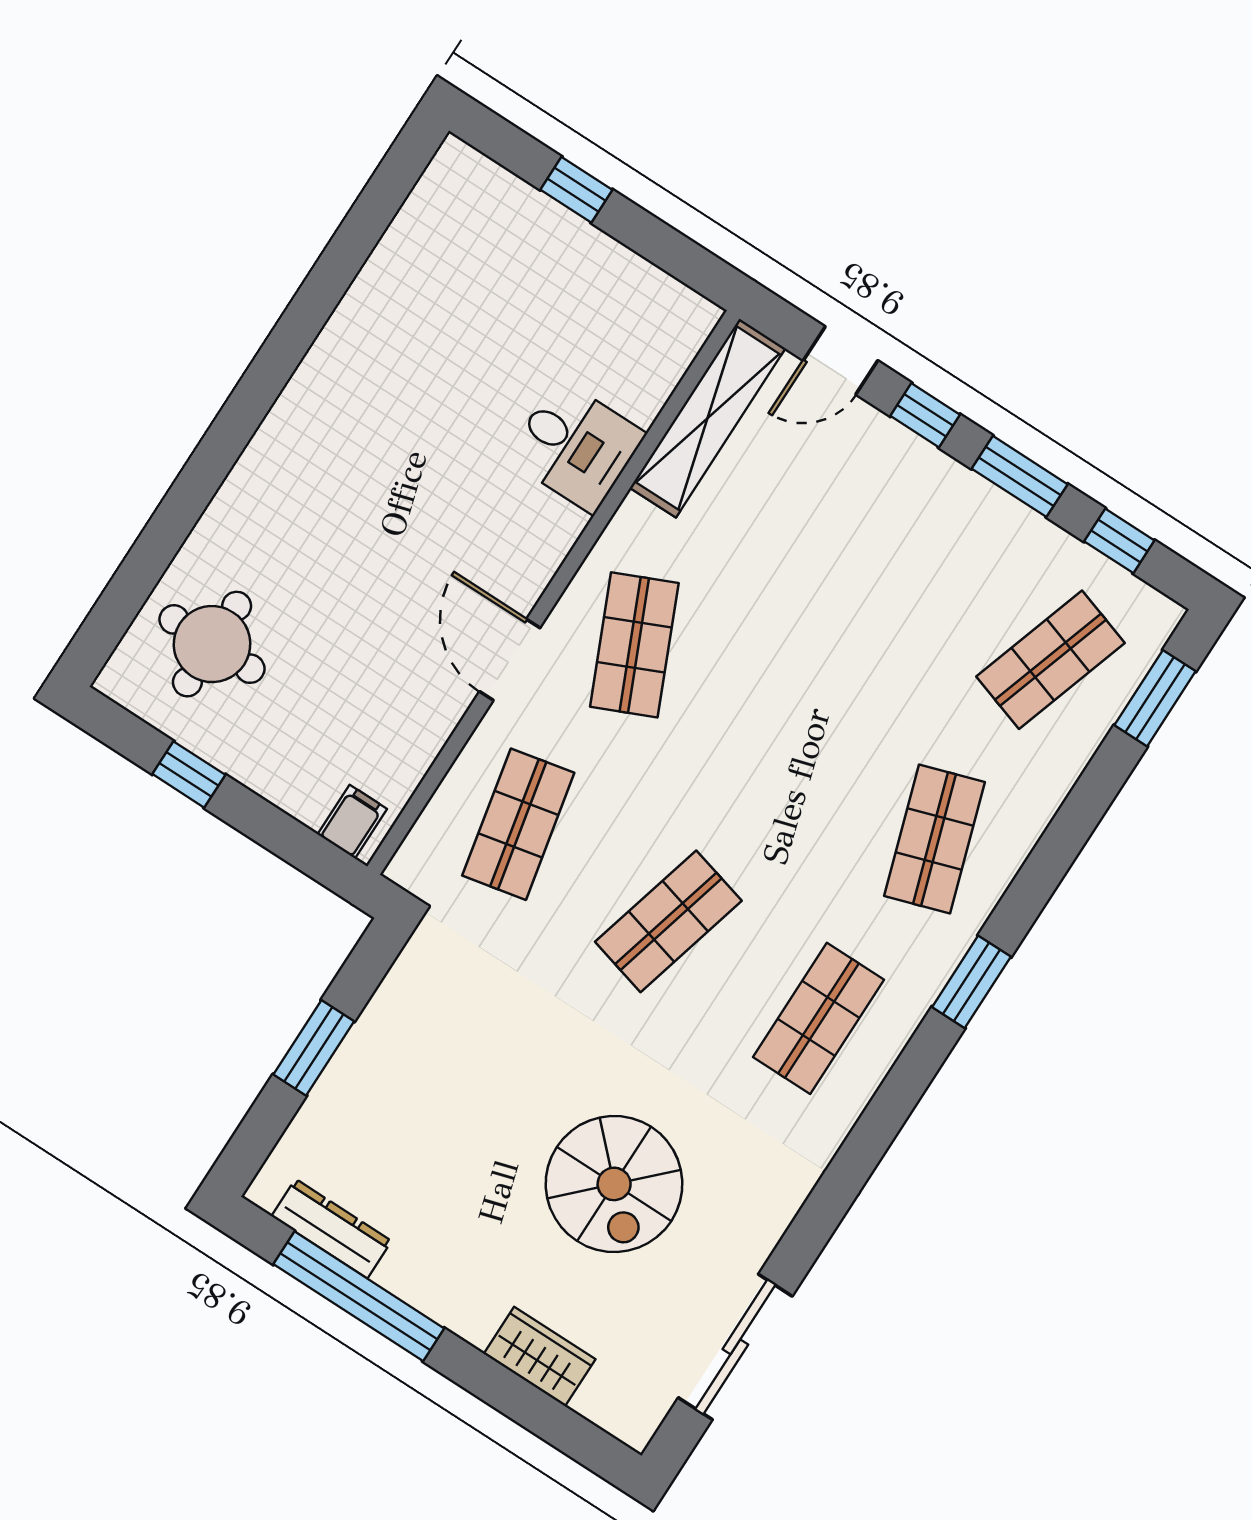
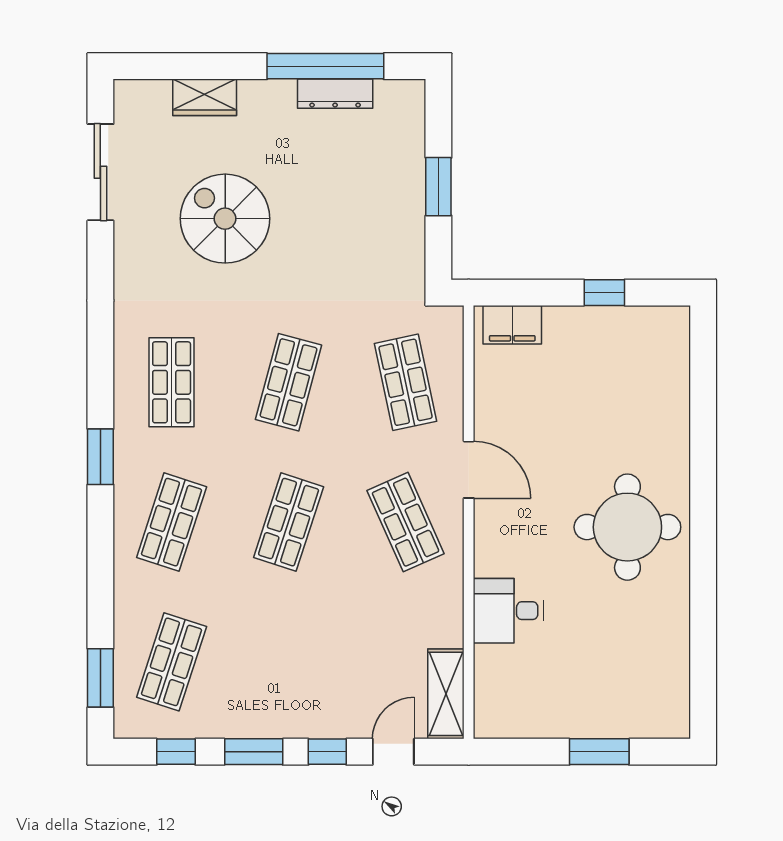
window: (576, 190) -> (599, 752), width x1.50
shelving: (708, 418) -> (446, 694), width x0.68
round table: (212, 644) -> (627, 527), moved, width x1.36, depth x1.36
shop shelf: (784, 742) -> (289, 522), added
filing cabinet: (352, 822) -> (512, 325), width x2.00
shop shelf: (934, 839) -> (172, 522), turned 36
dresser: (331, 1229) -> (335, 94), moved

